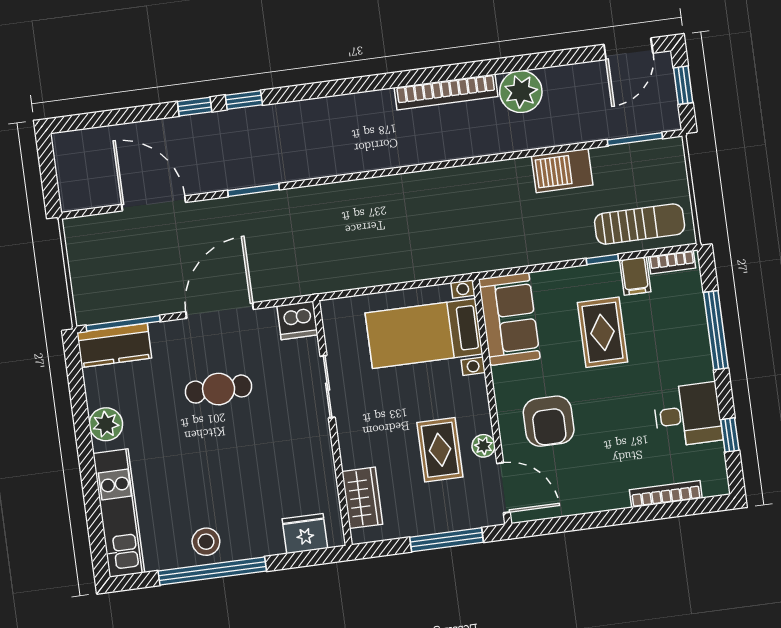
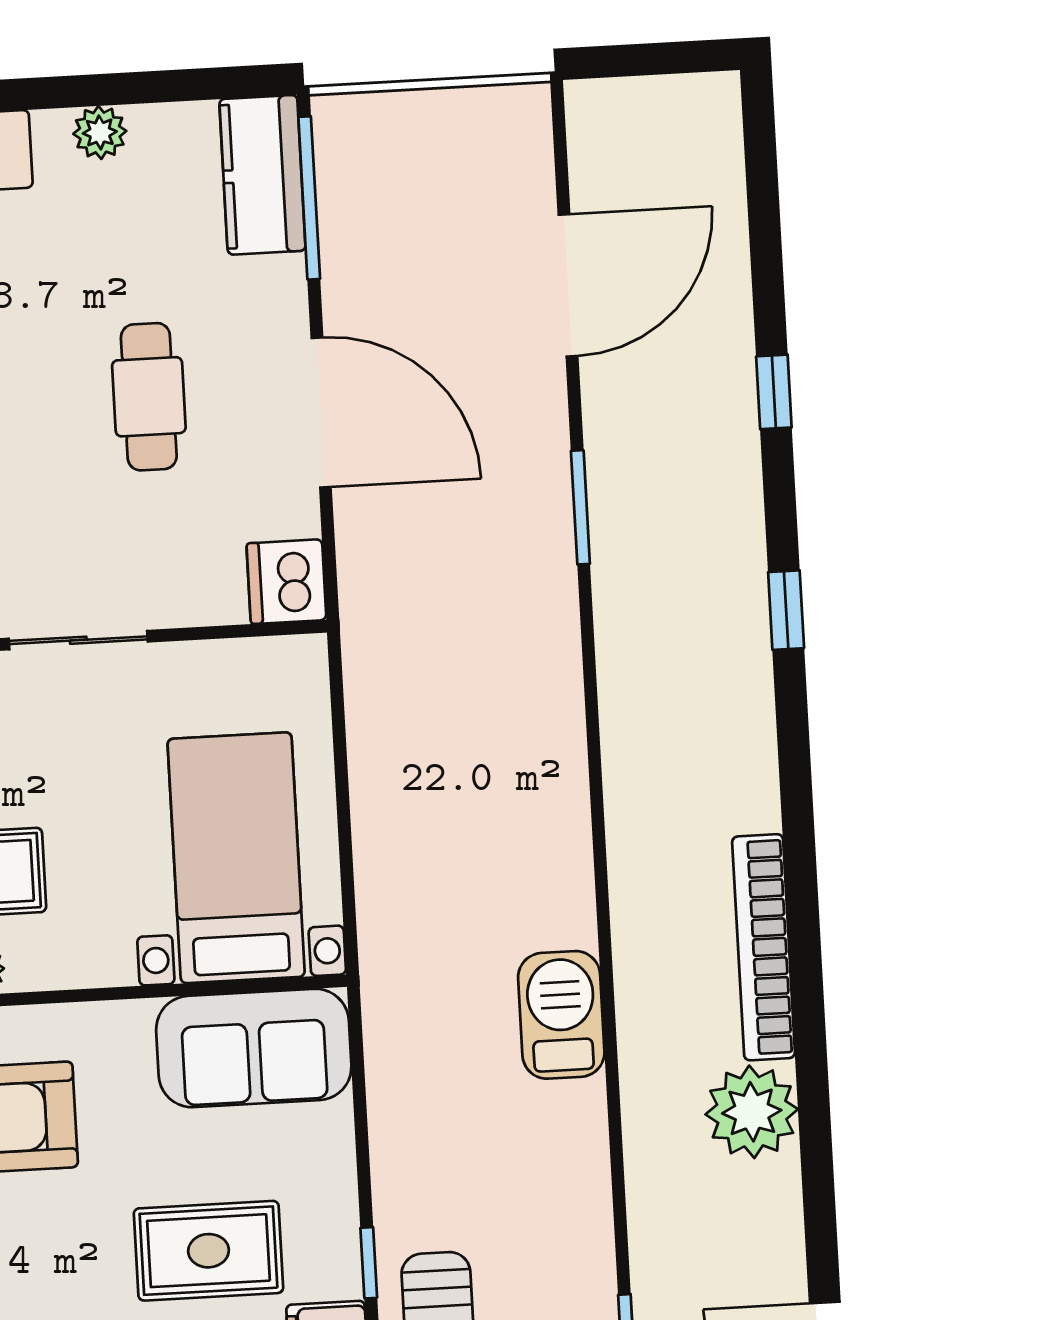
window: (244, 100) -> (786, 610), moved
barbecue: (562, 171) -> (561, 1015), moved
sliding door: (328, 387) -> (78, 640), moved
plant: (106, 424) -> (100, 132), width x0.73, depth x0.73

